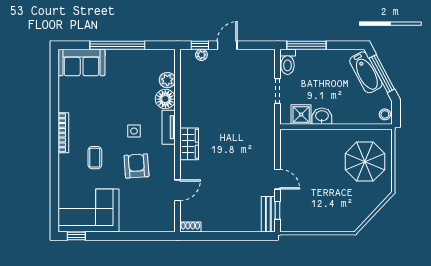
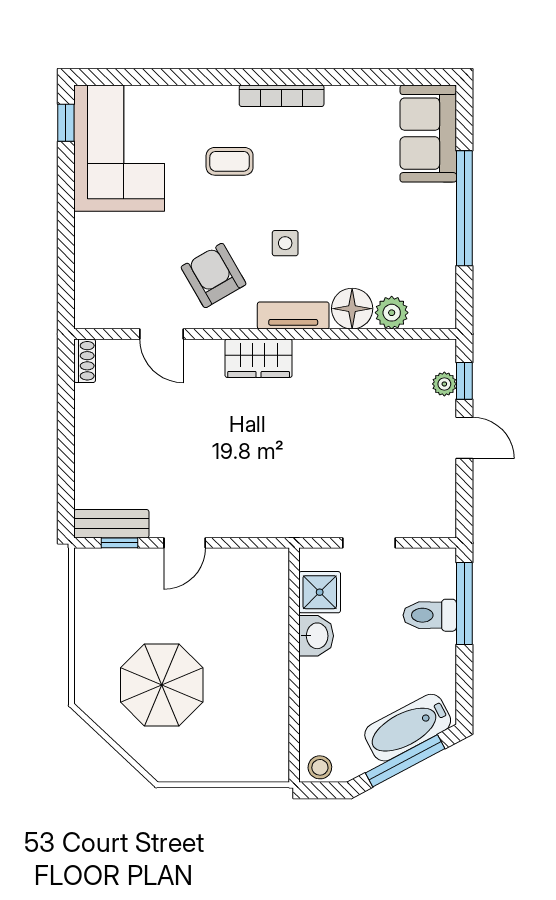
toilet: (288, 62) -> (430, 615), moved
parasol: (365, 162) -> (162, 685), moved
armchair: (137, 166) -> (214, 276), moved, turned -116

